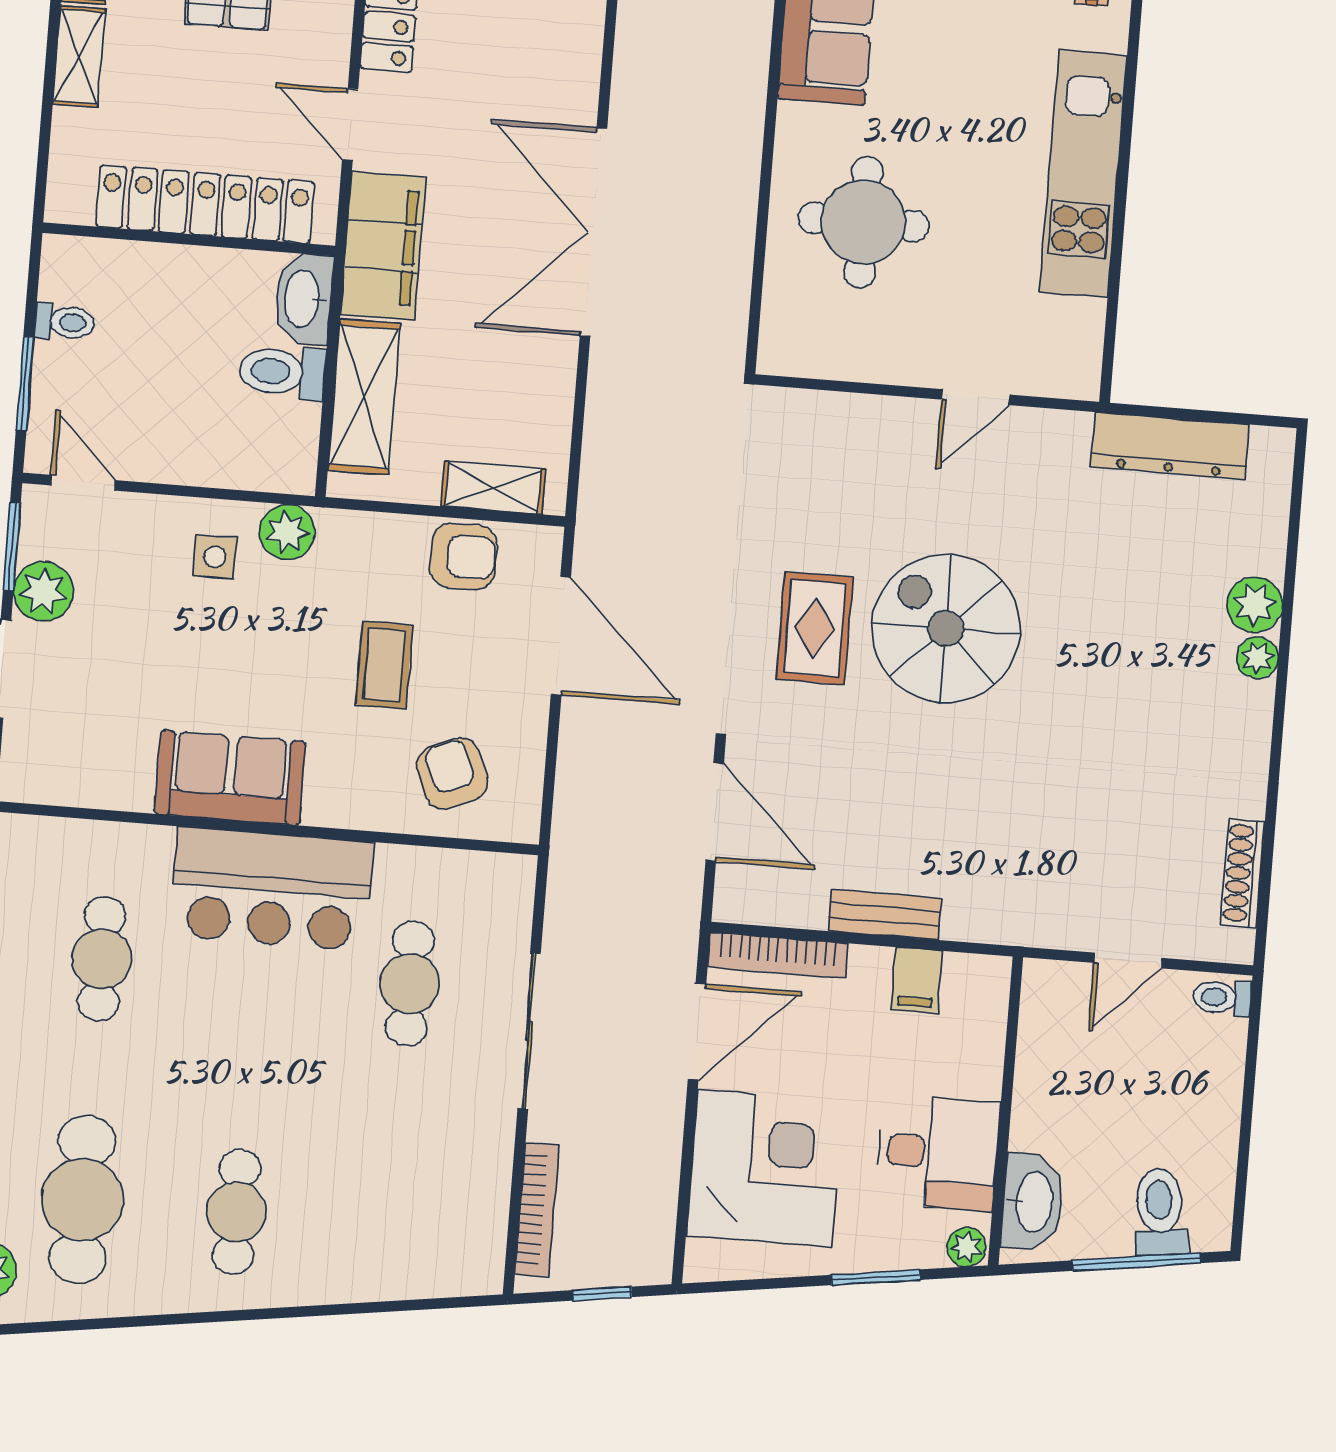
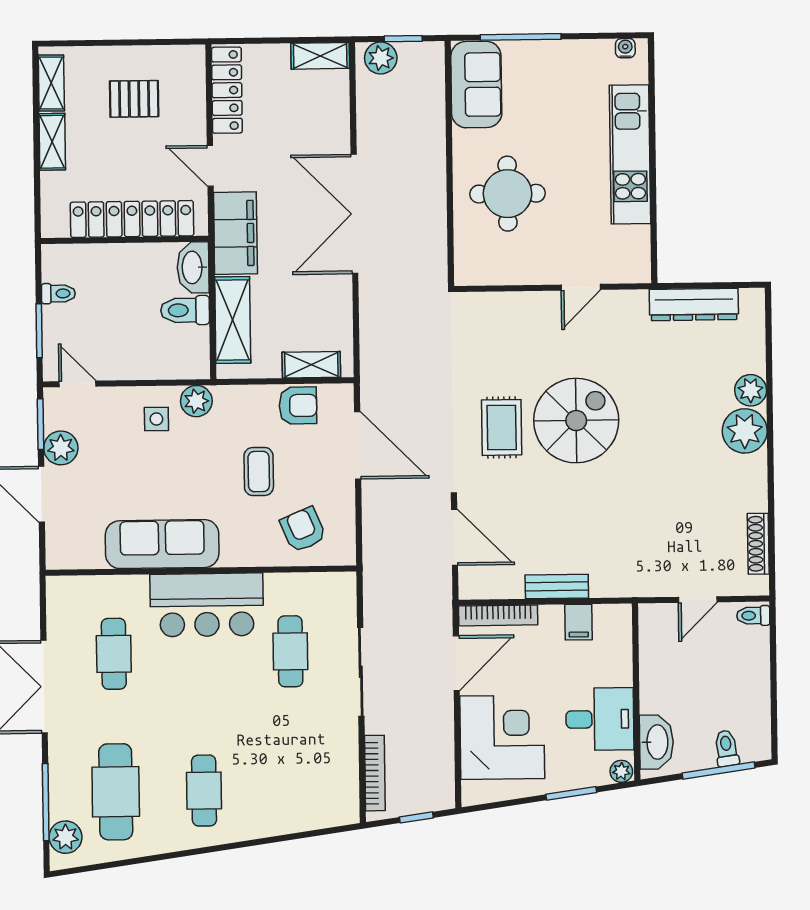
spiral stairs: (946, 629) -> (576, 421), turned 90
plant: (1257, 658) -> (745, 431), width x1.88, depth x1.88
sofa: (230, 778) -> (162, 544), width x1.36
toilet: (1160, 1212) -> (726, 748), width x0.73, depth x0.72

